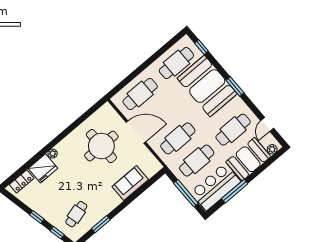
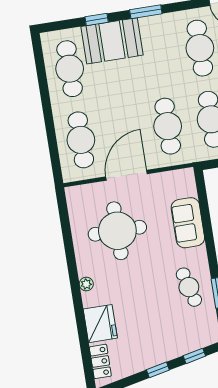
window: (201, 47) -> (97, 20), moved
booth: (207, 86) -> (112, 41), width x0.73, depth x0.70
plant: (53, 154) -> (86, 284), moved
cafe table: (76, 214) -> (189, 287), moved

